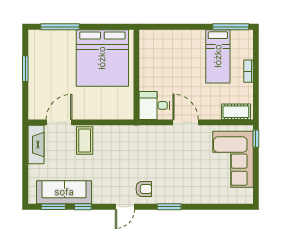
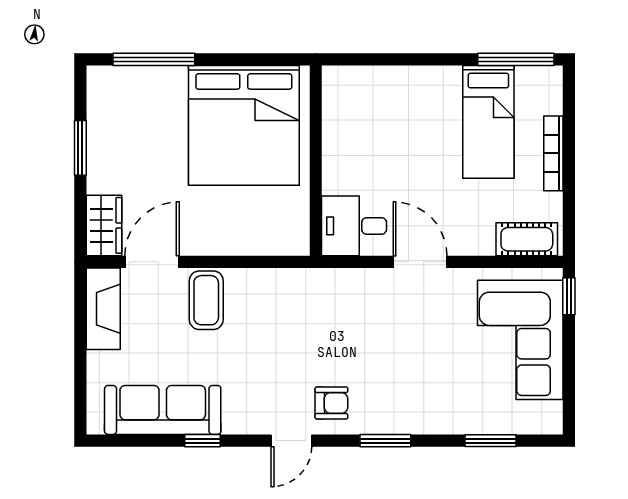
bookcase: (249, 71) -> (553, 153), width x1.56
wardrobe: (36, 105) -> (104, 225), added
window: (53, 207) -> (491, 441), moved

